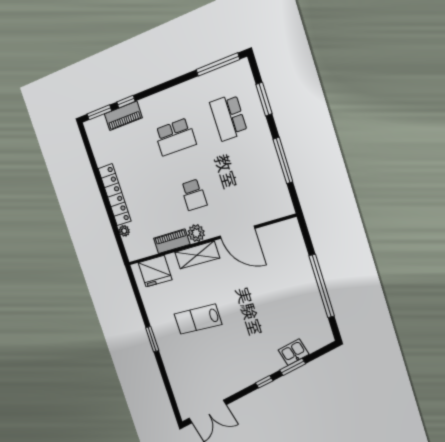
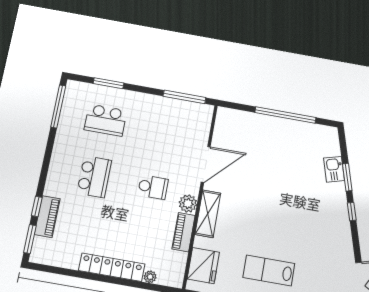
window: (283, 161) -> (184, 97), moved
lab bench: (198, 319) -> (269, 271), moved, turned 90

